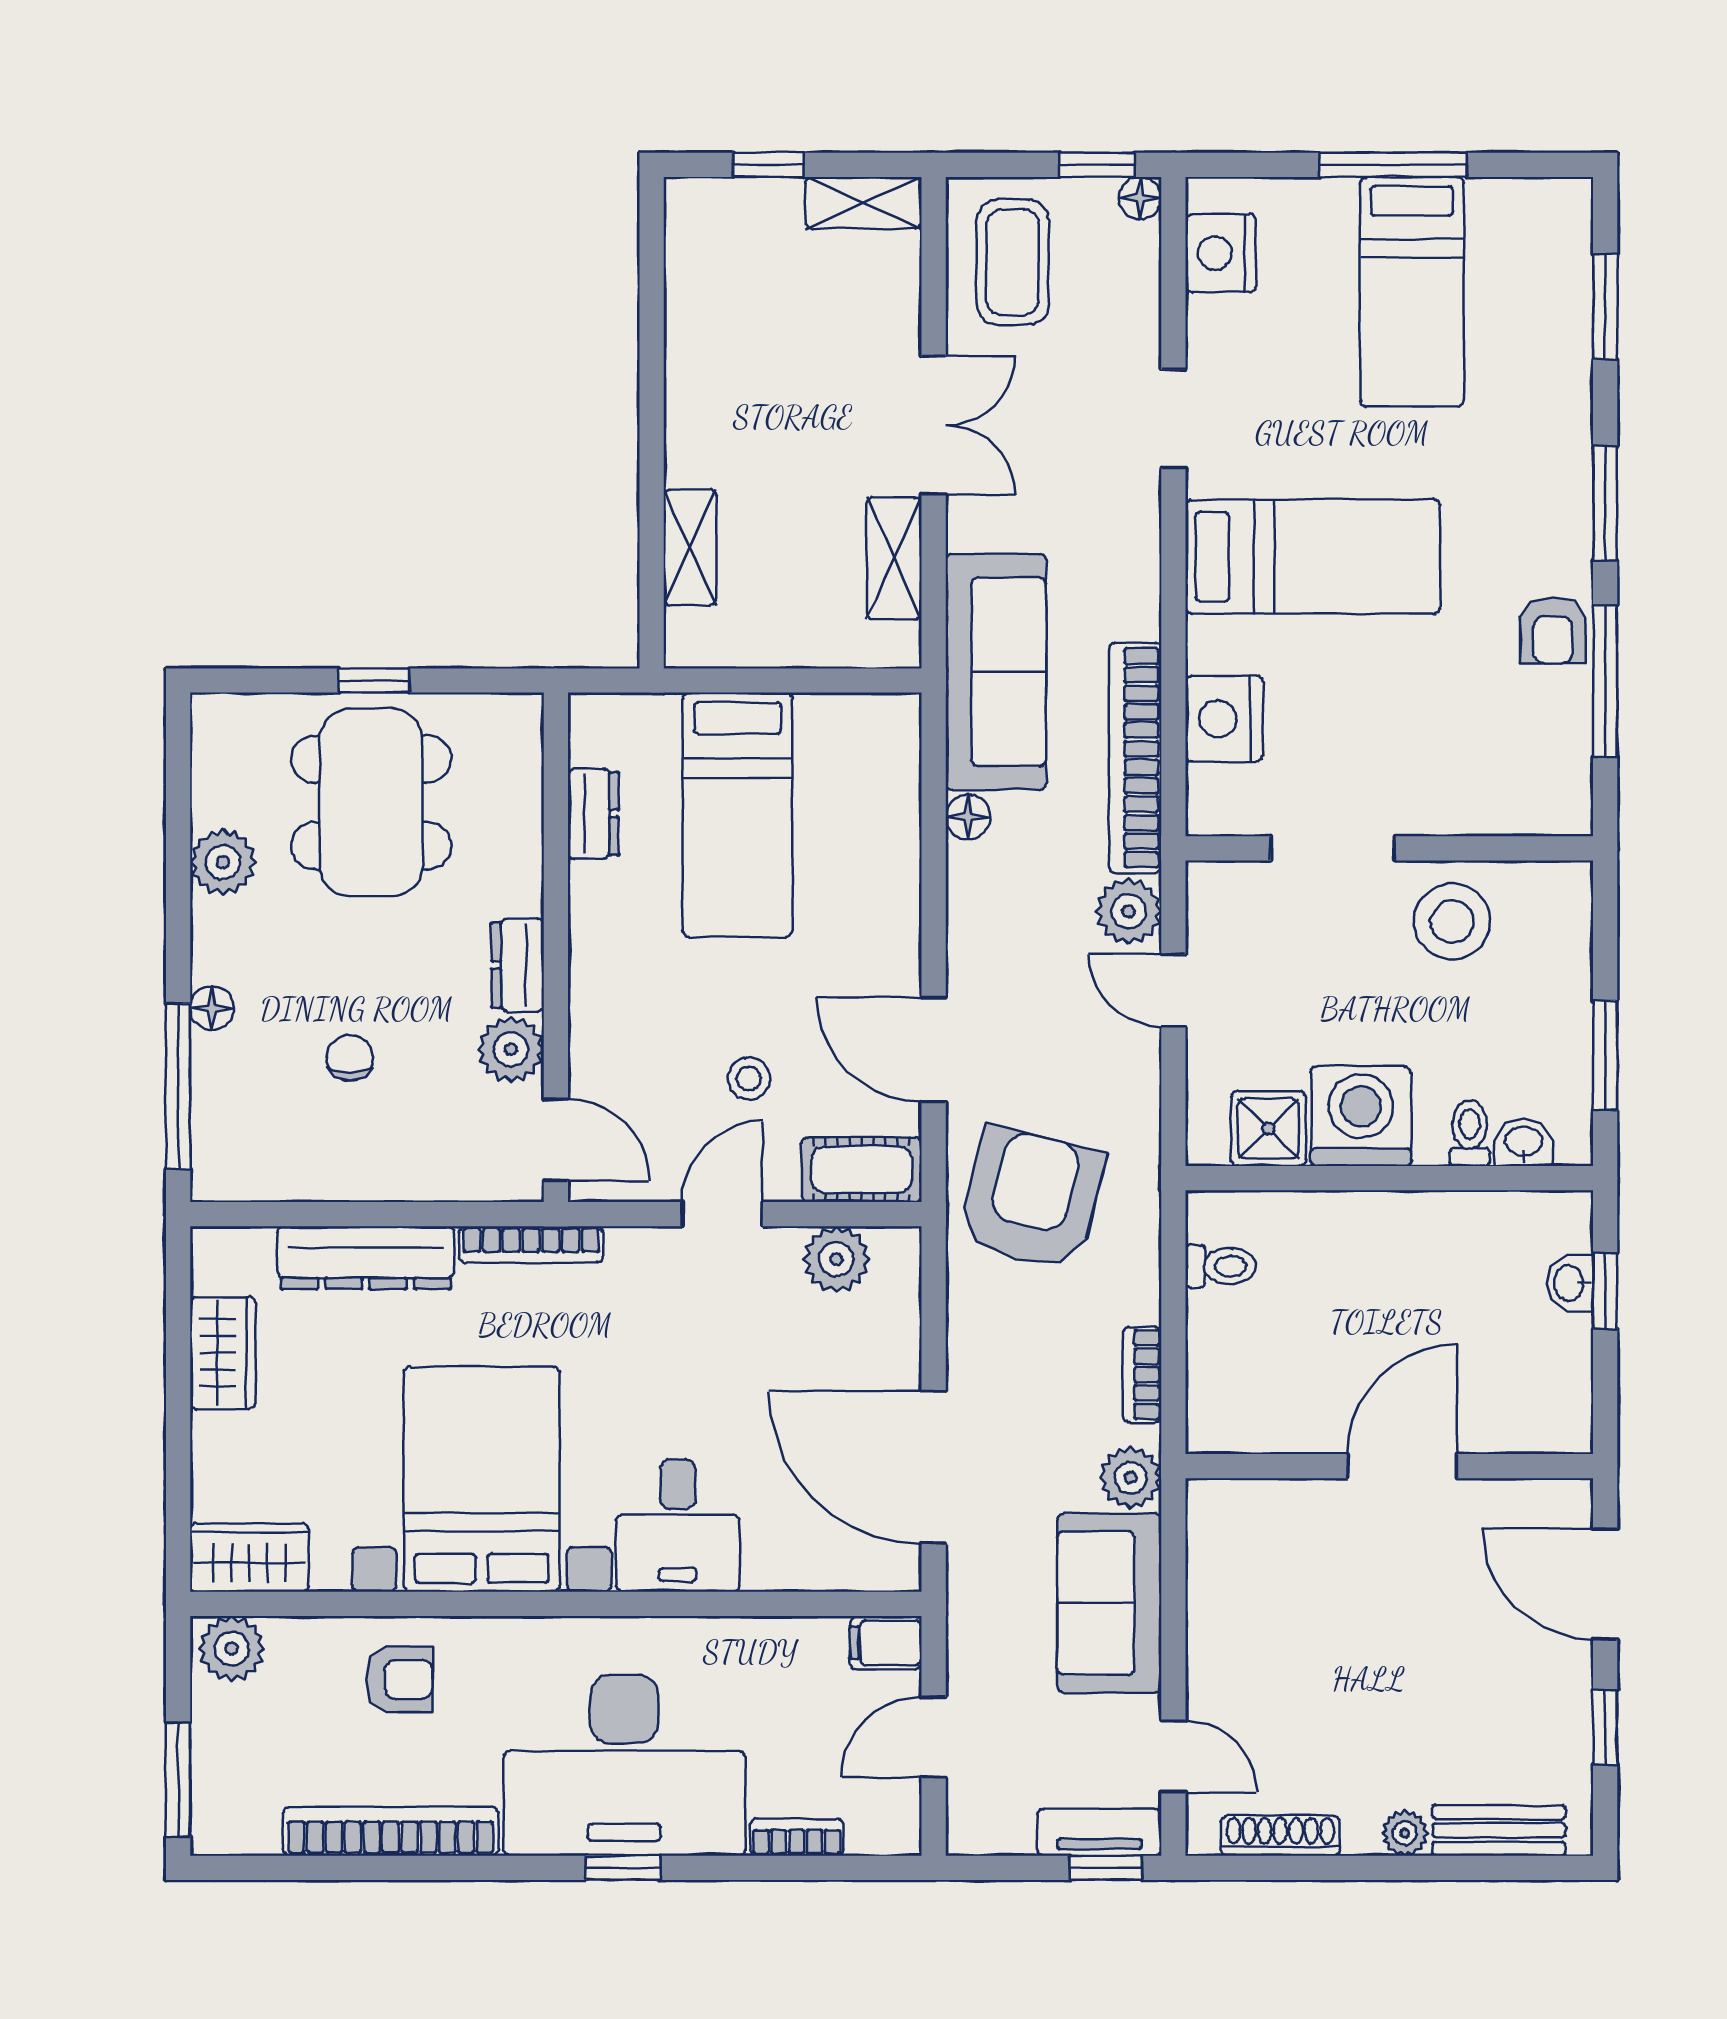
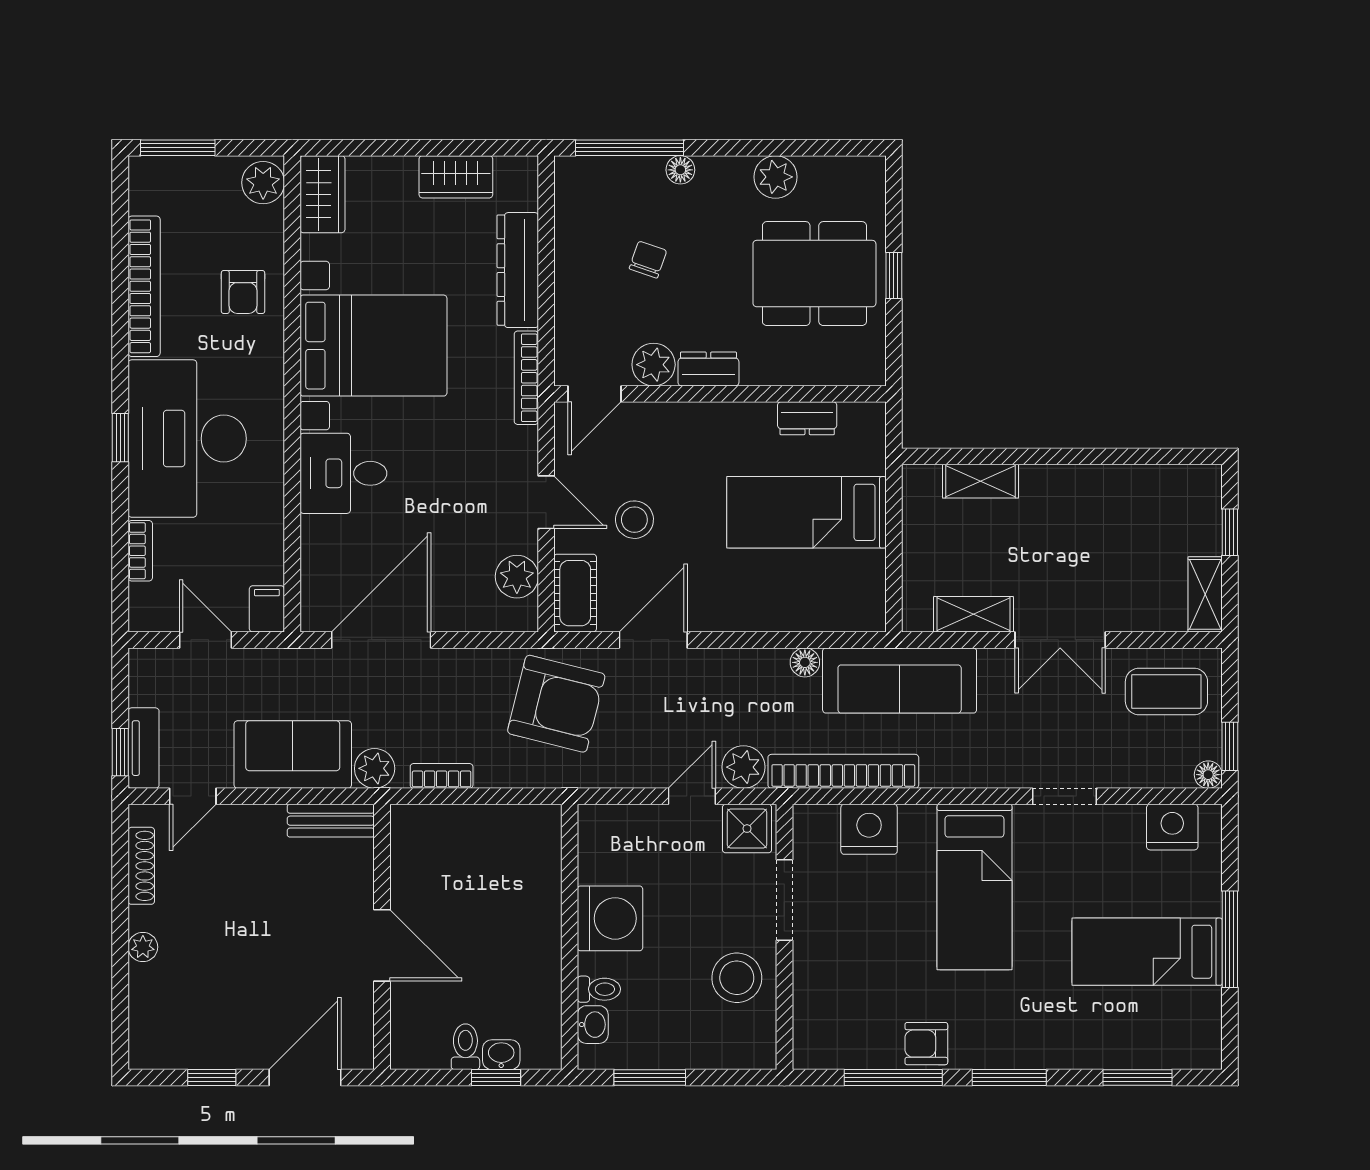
chair: (350, 1058) -> (648, 260), turned -71
stool: (749, 1079) -> (634, 520), width x1.37, depth x1.37
shower: (1268, 1129) -> (747, 829), moved
toilet: (1221, 1266) -> (465, 1047), moved, turned 180
bench: (1499, 1830) -> (331, 821), moved, turned 90

